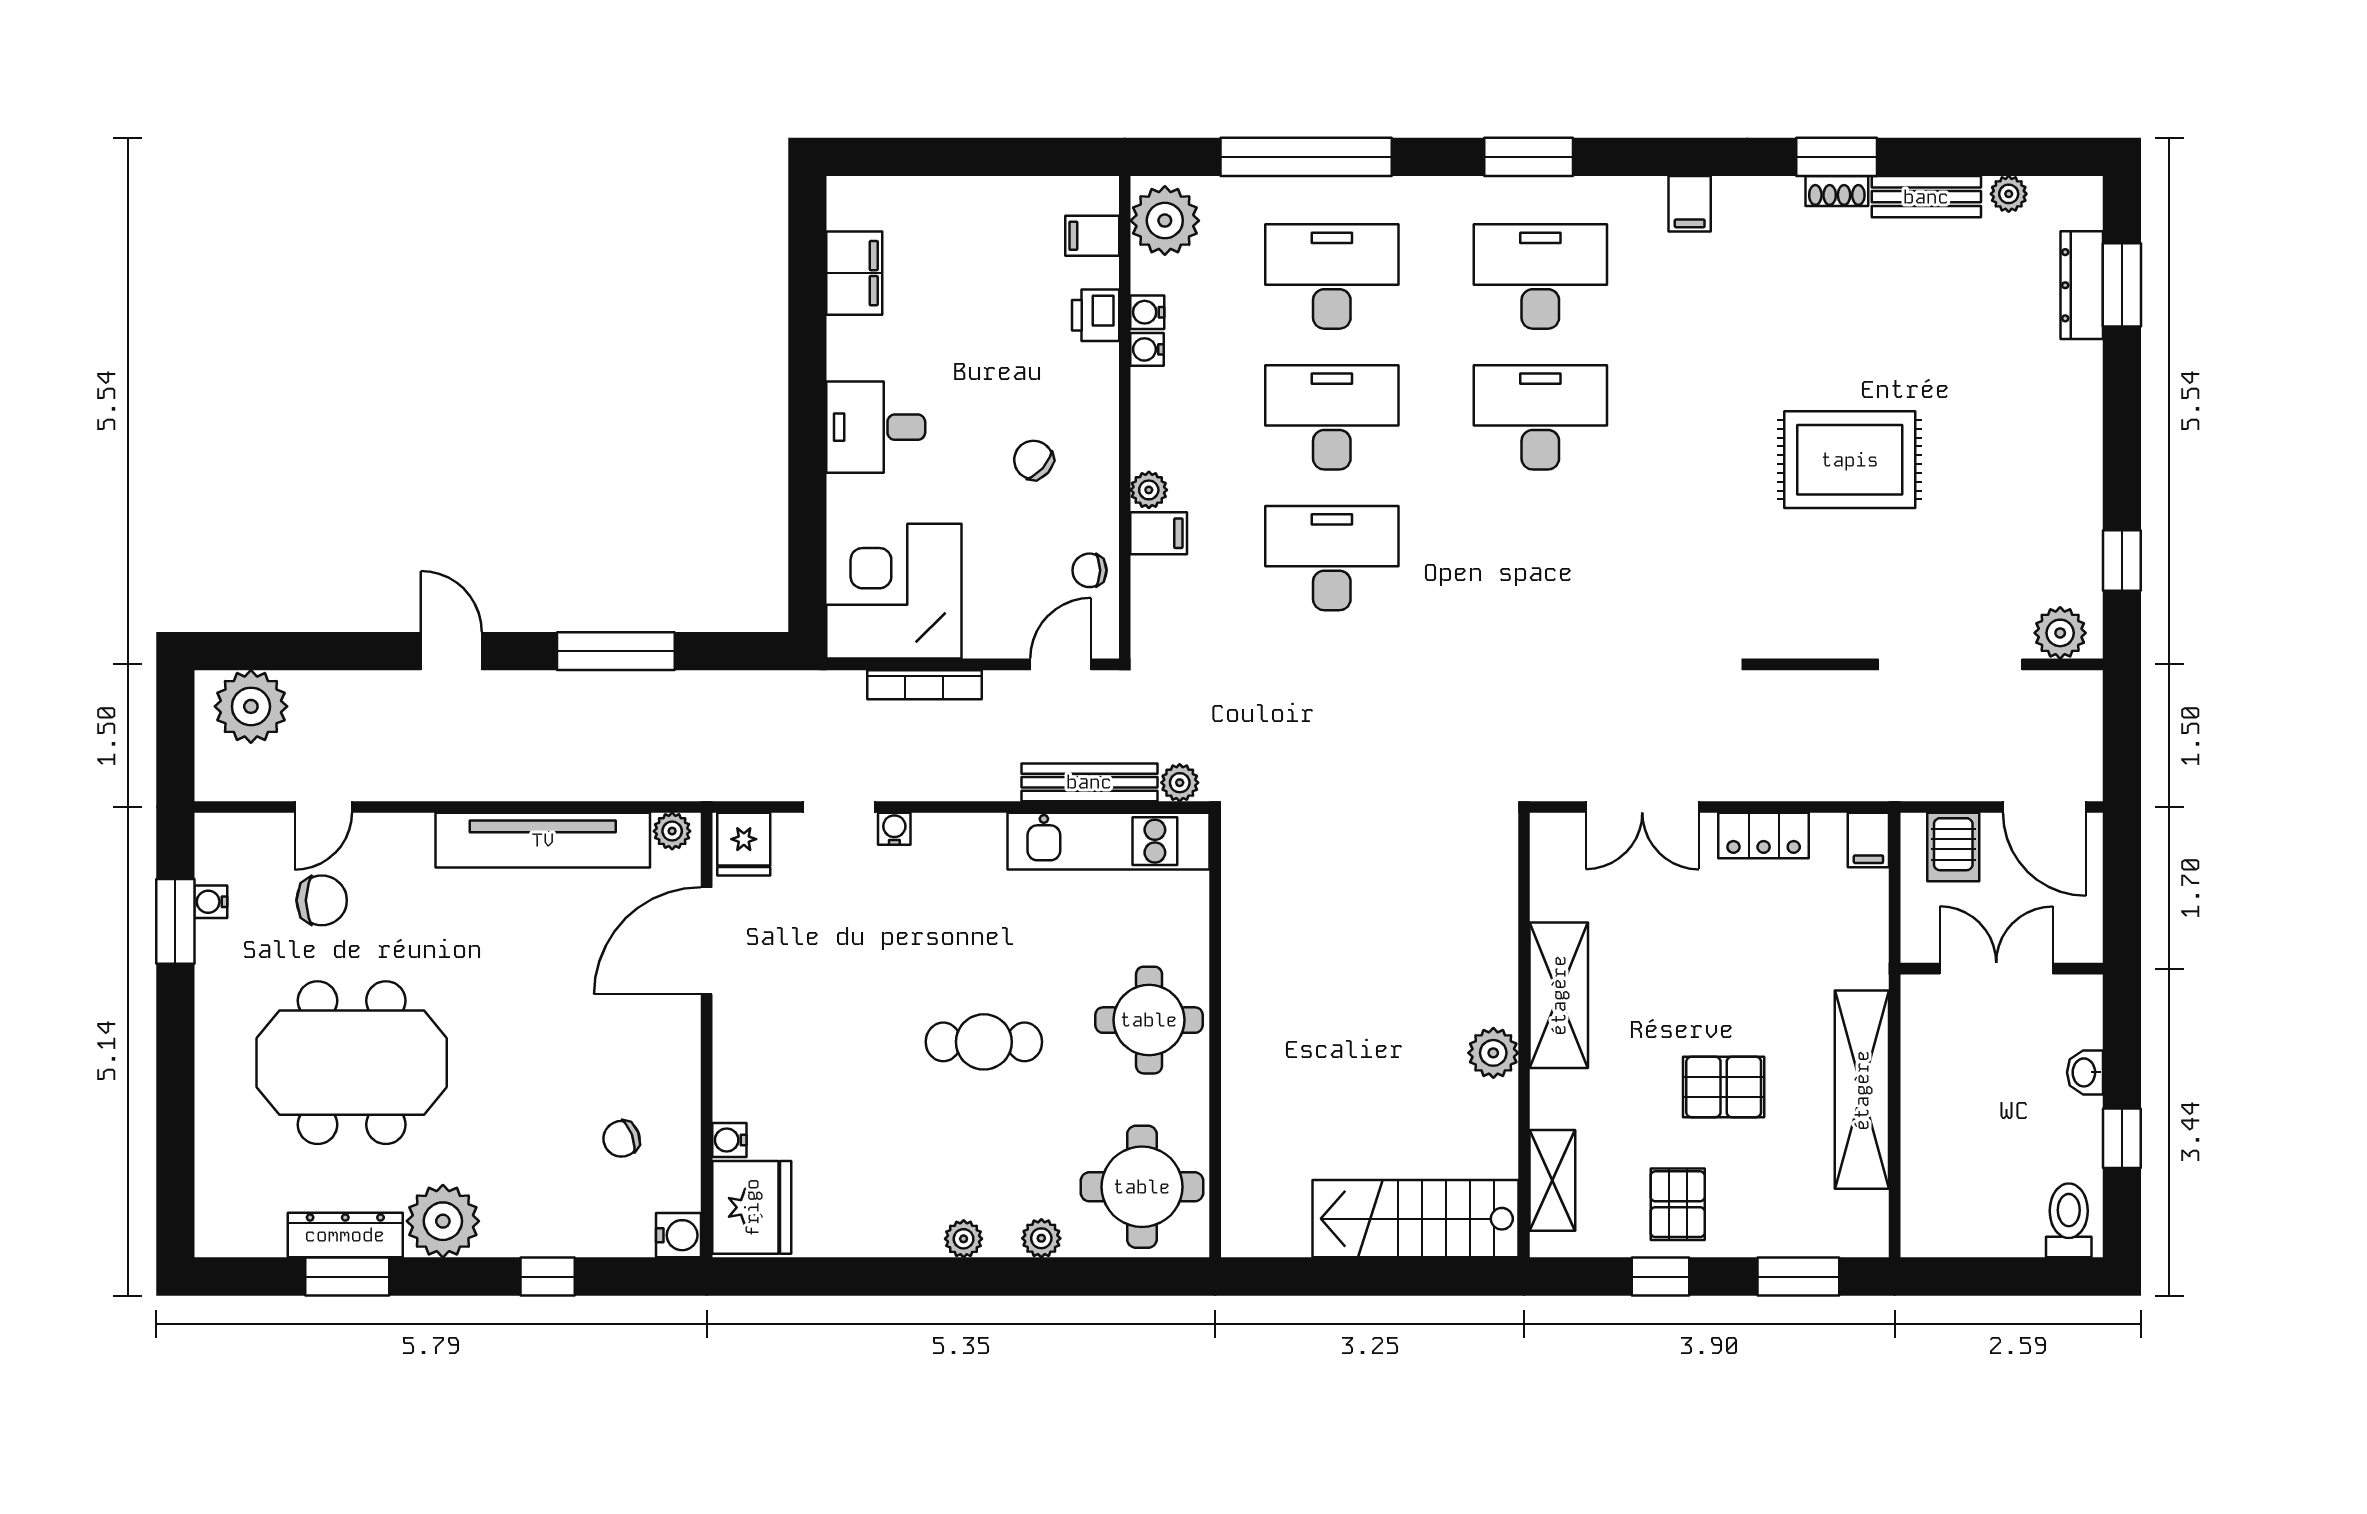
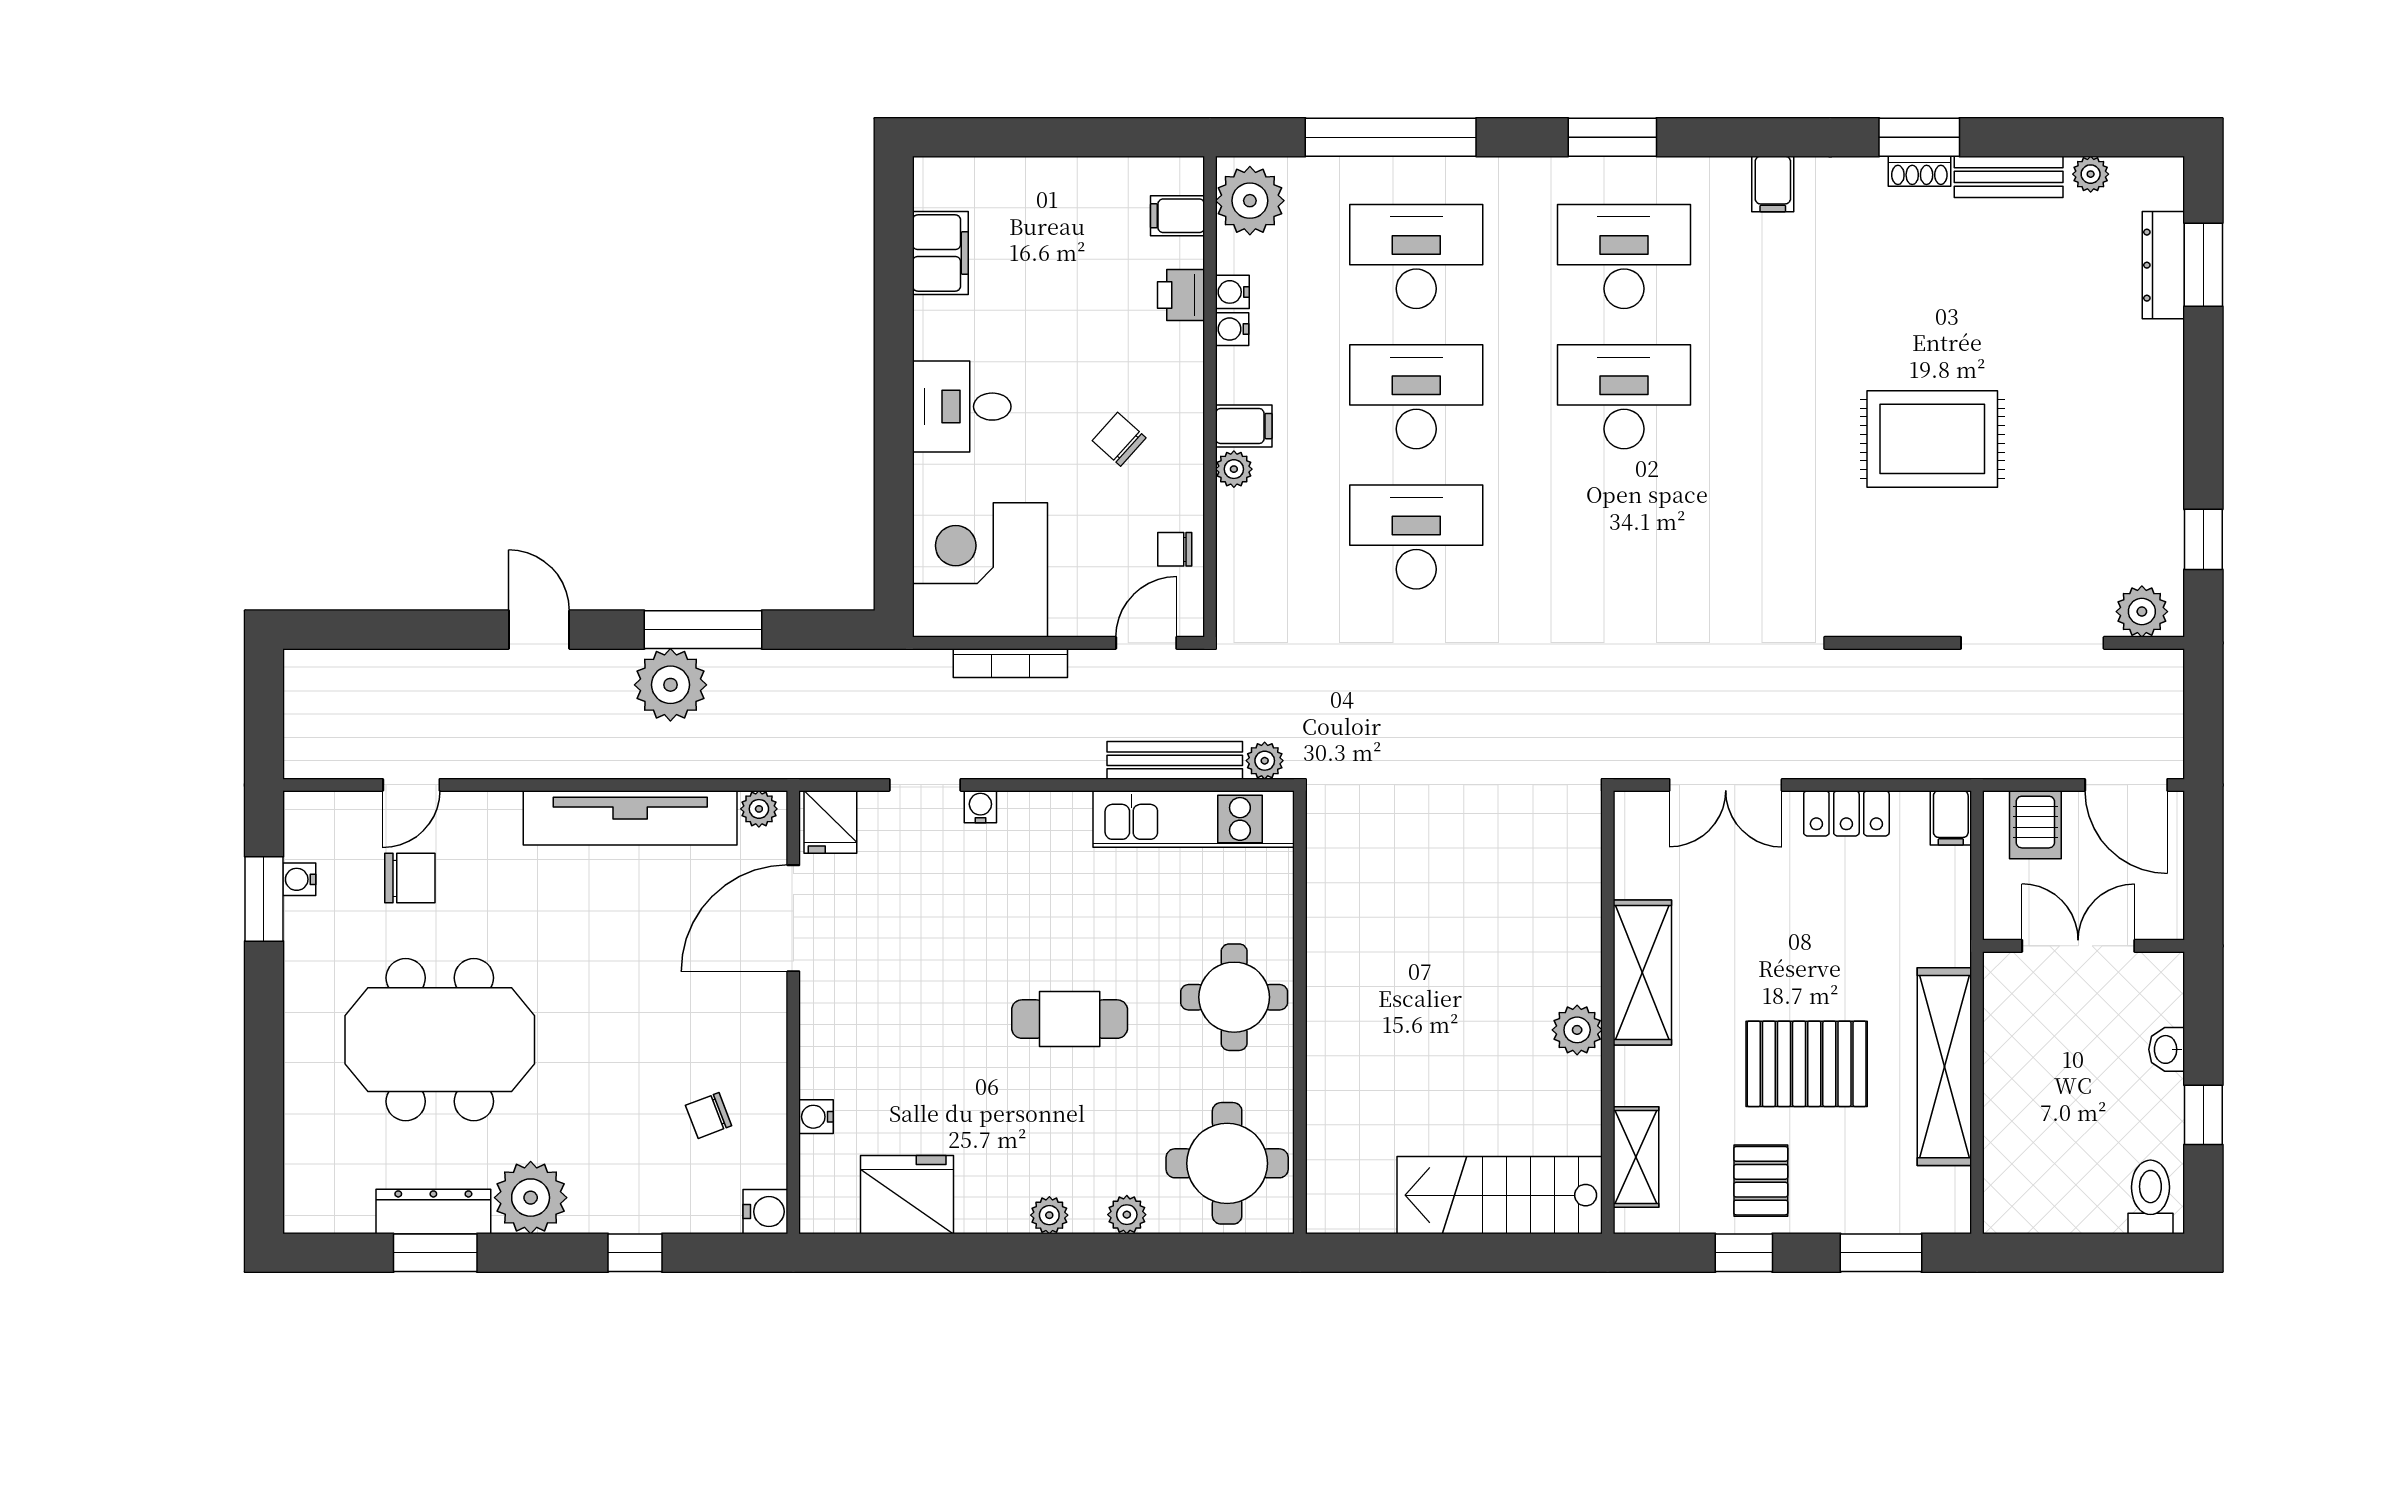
filing cabinet: (1159, 533) -> (1244, 426), moved
plant: (251, 706) -> (670, 685), moved
pallet: (1724, 1087) -> (1807, 1064), width x1.50, depth x1.42
fridge: (752, 1207) -> (907, 1195), moved, turned -90

